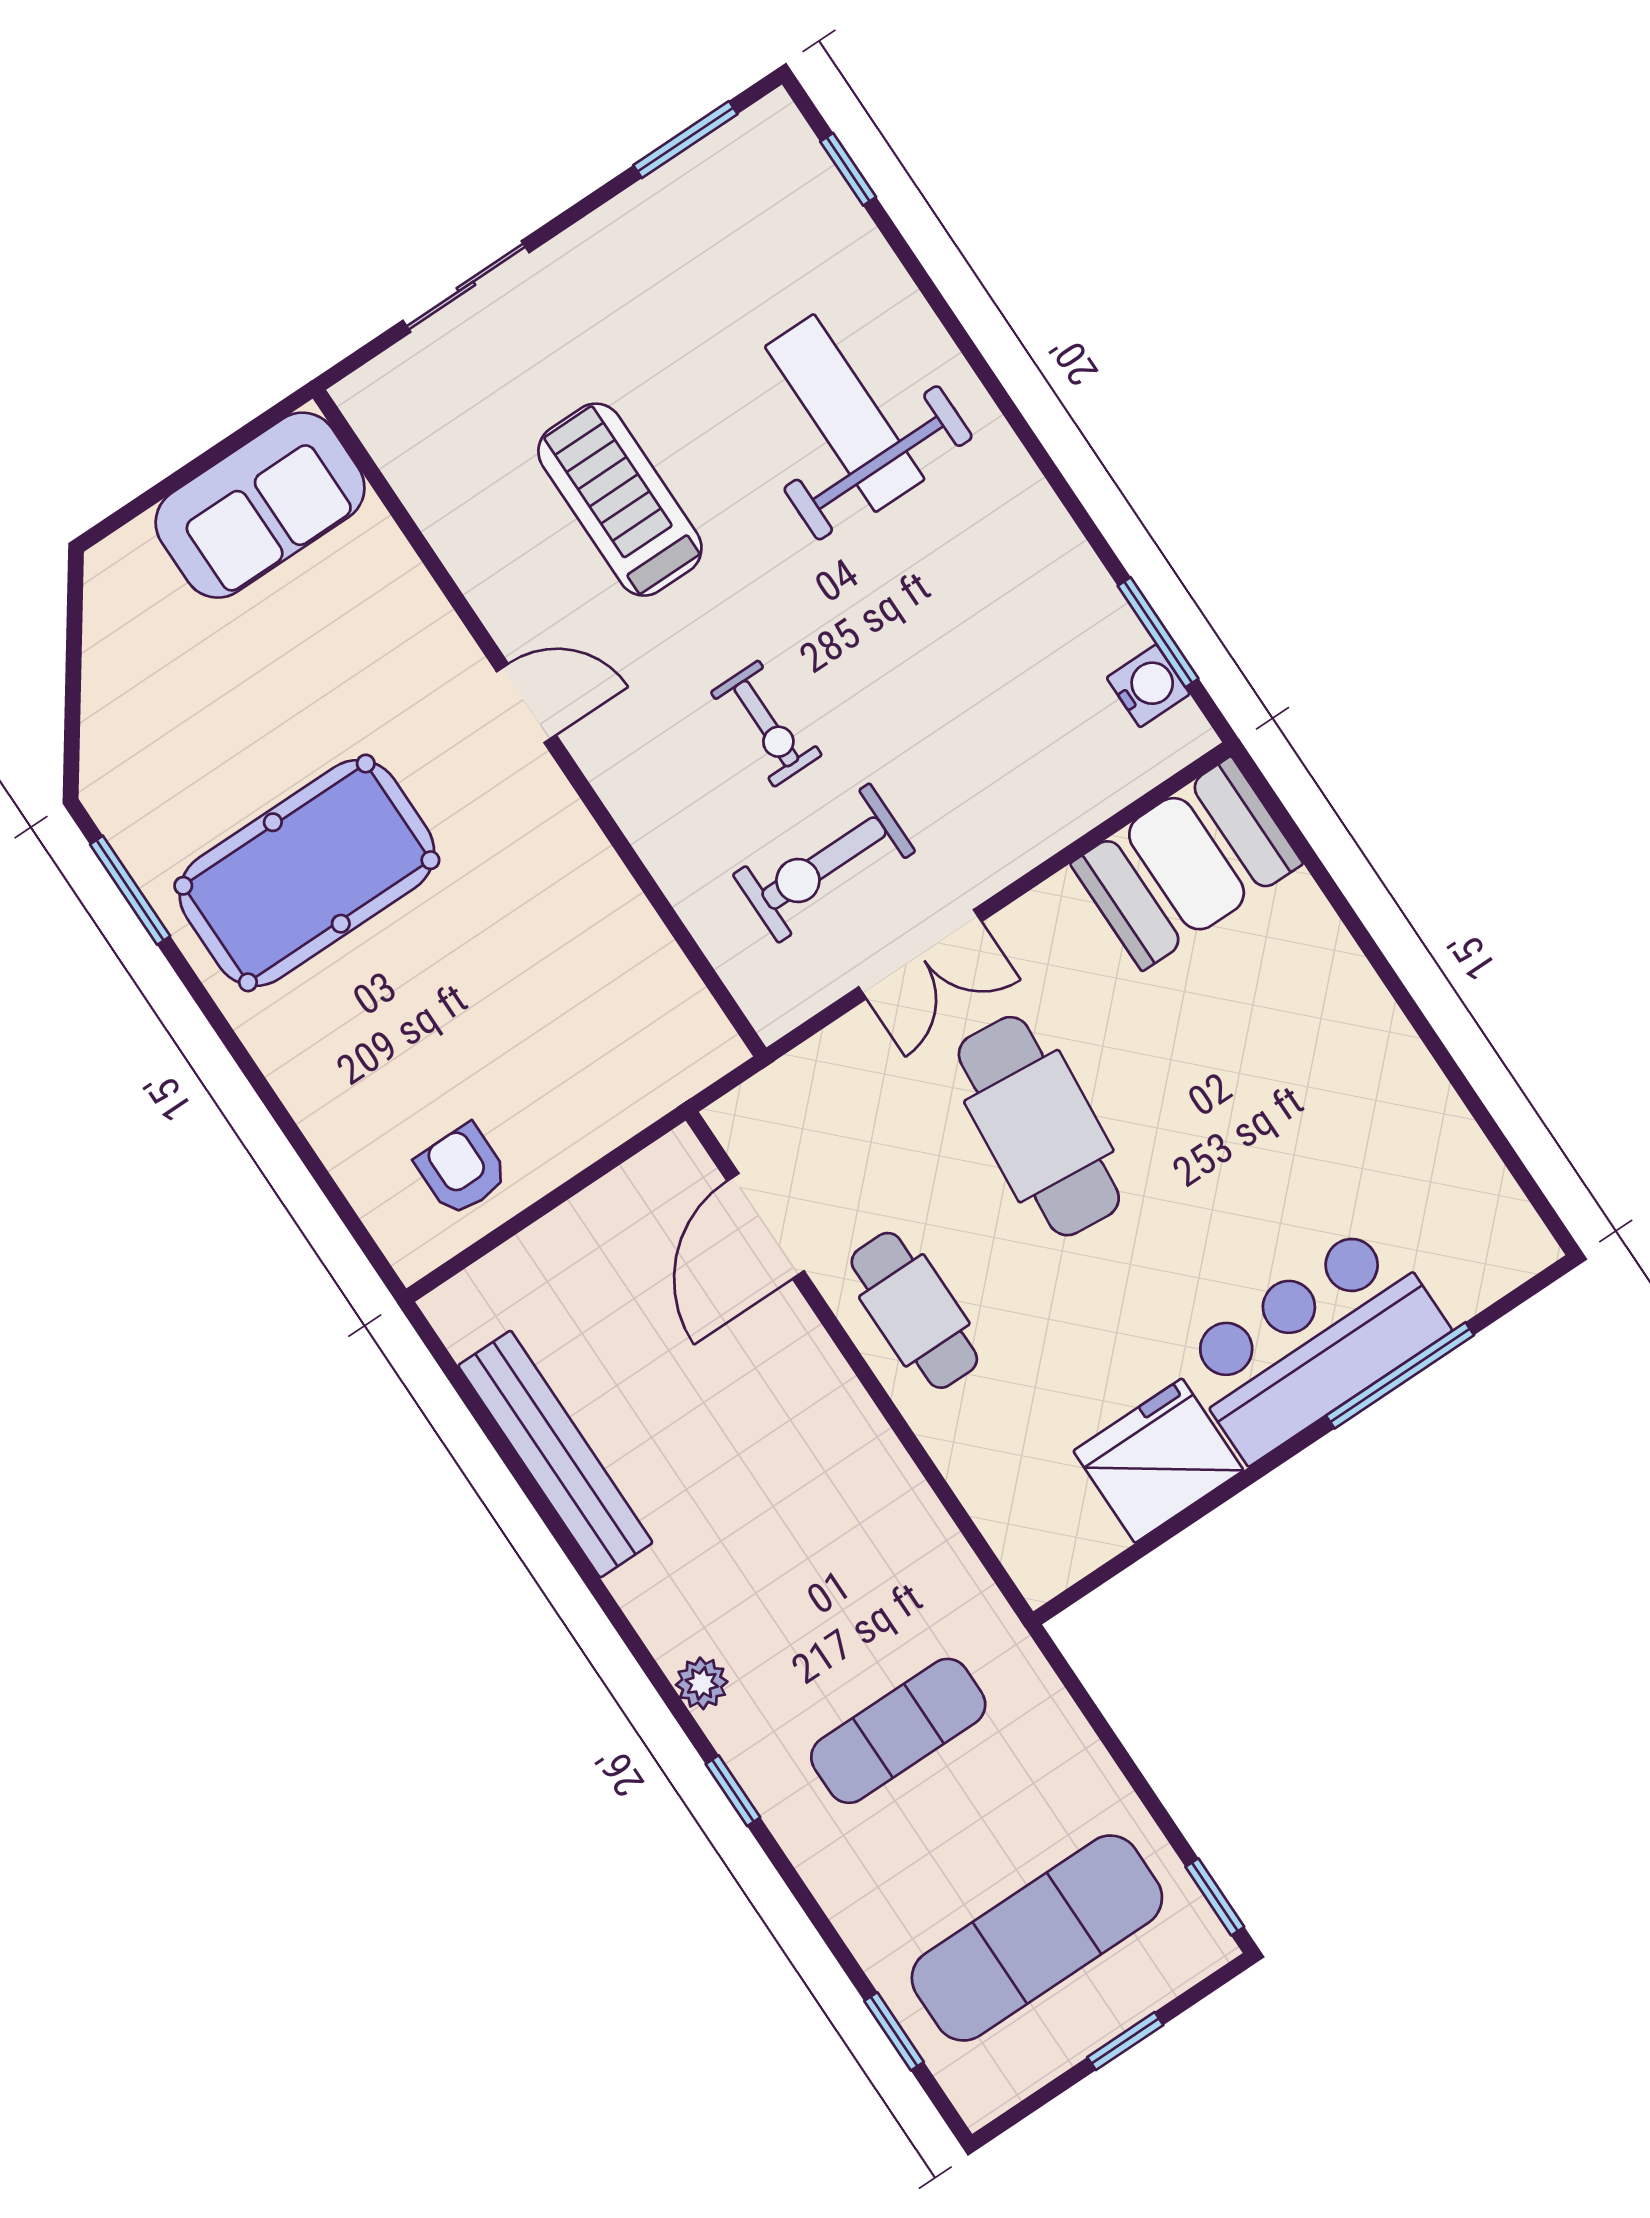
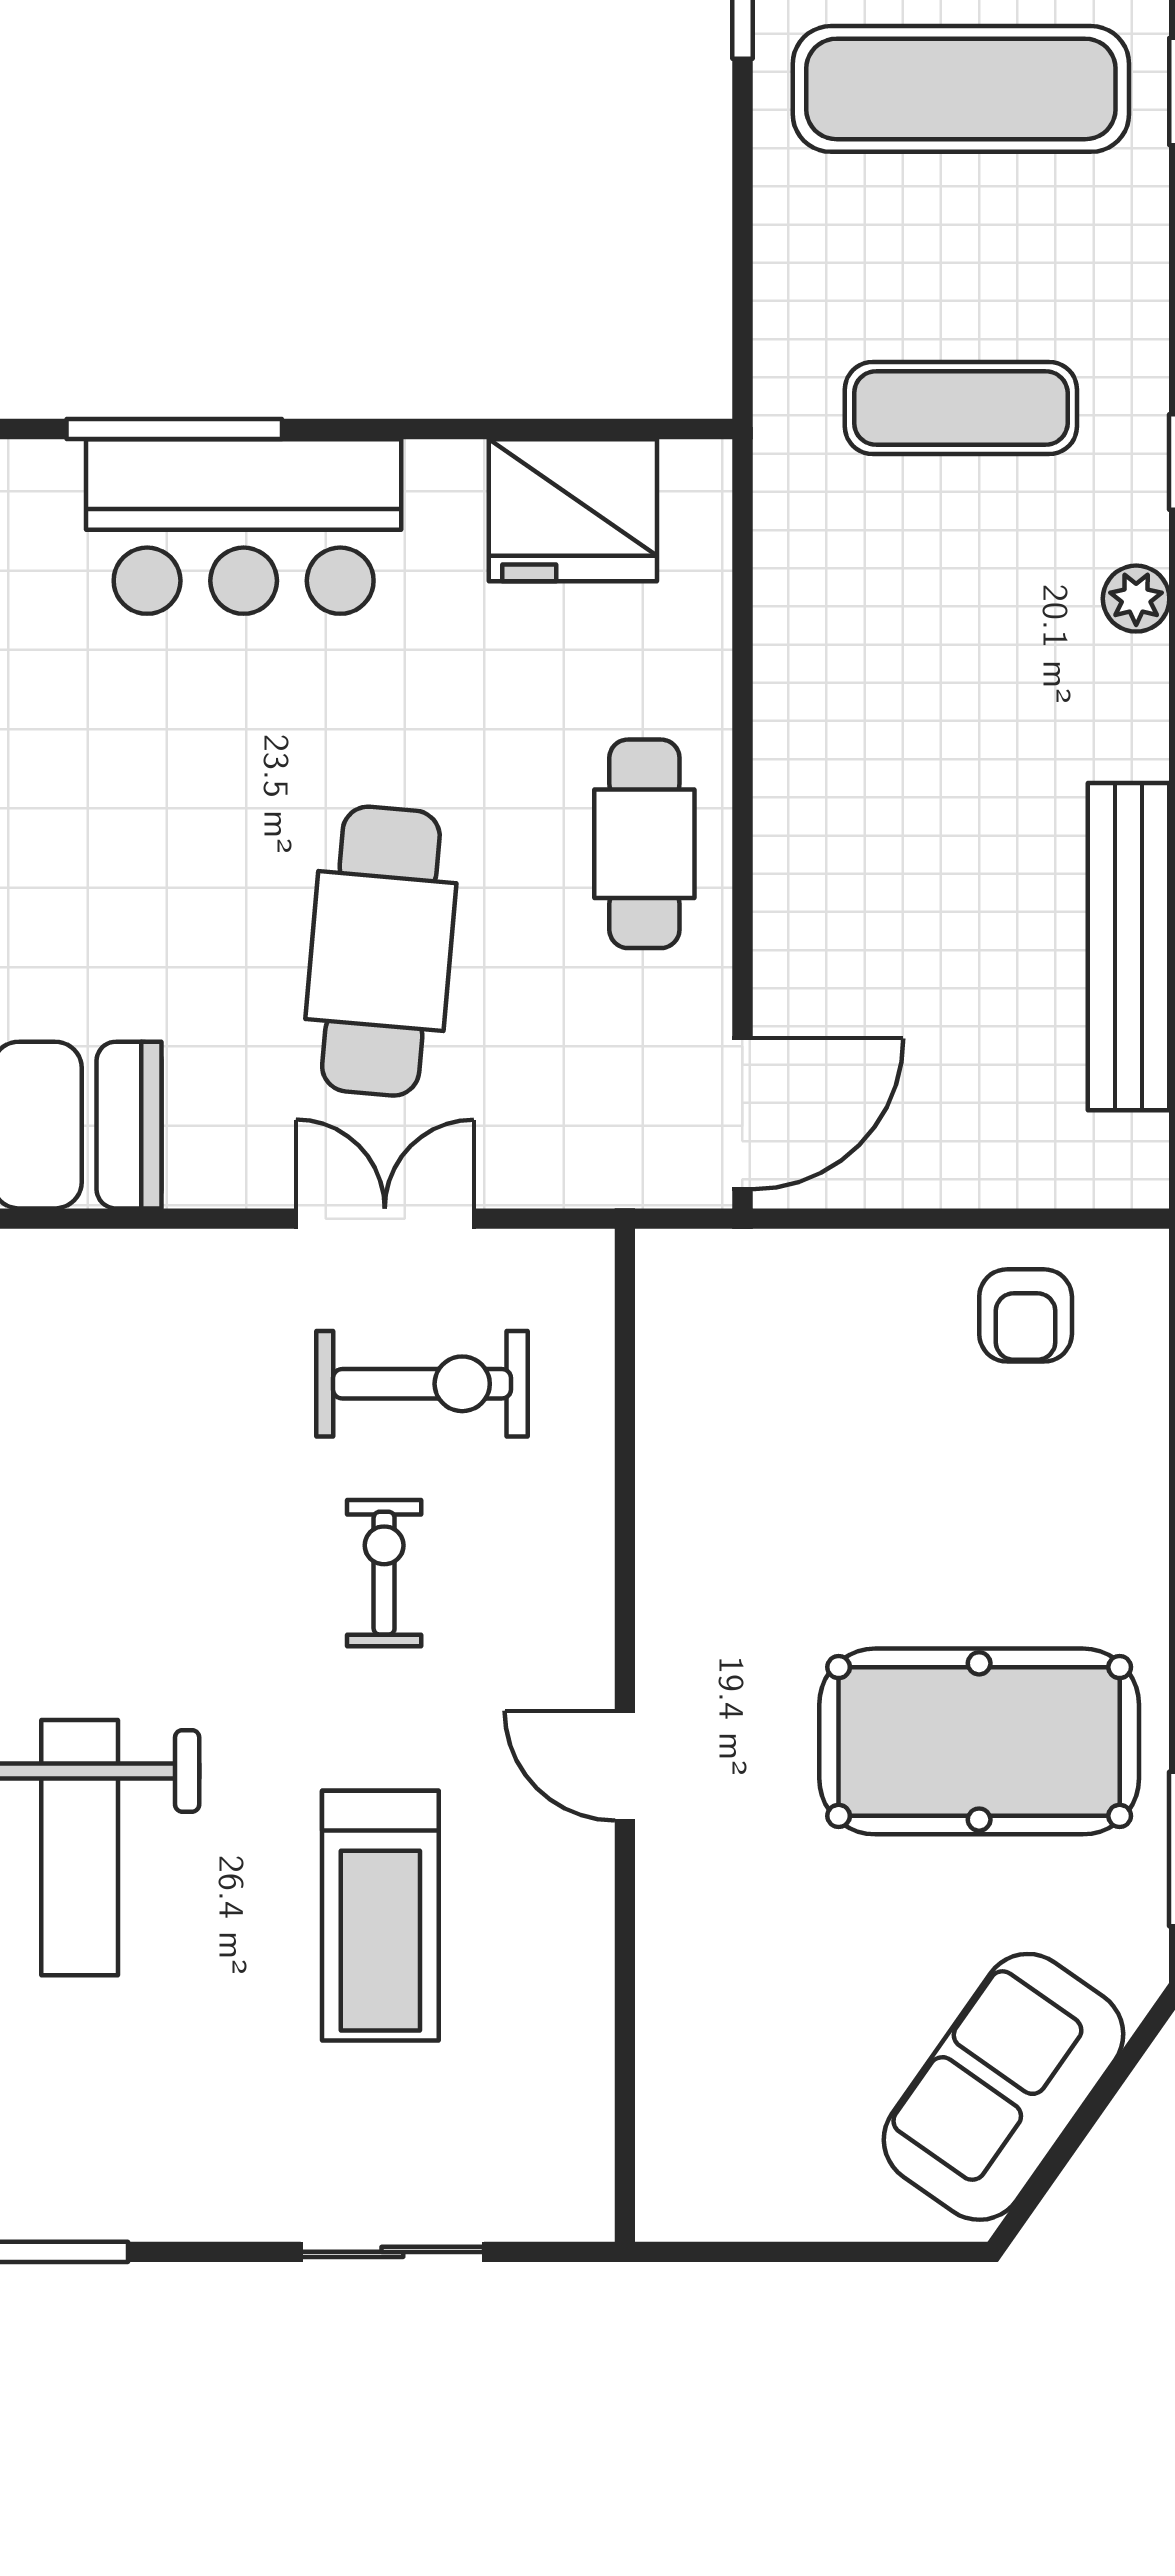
sofa: (260, 505) -> (1004, 2087), moved, turned -55
door: (766, 1226) -> (742, 1114), moved
fridge: (1158, 1461) -> (573, 510), moved

